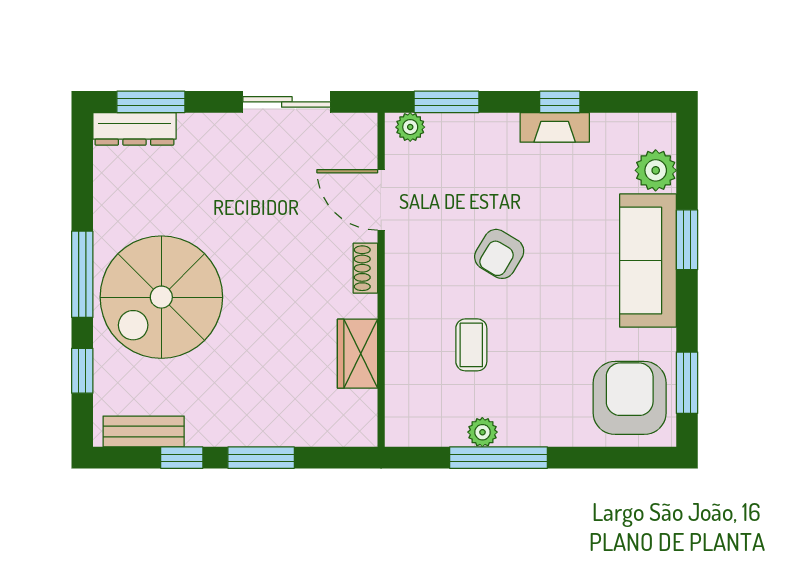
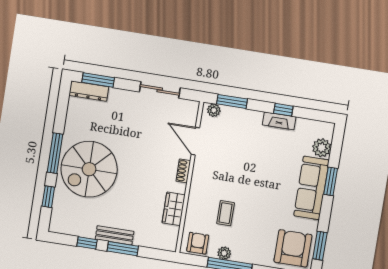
armchair: (499, 254) -> (198, 243), moved, turned 149
bench: (144, 431) -> (115, 235), moved

